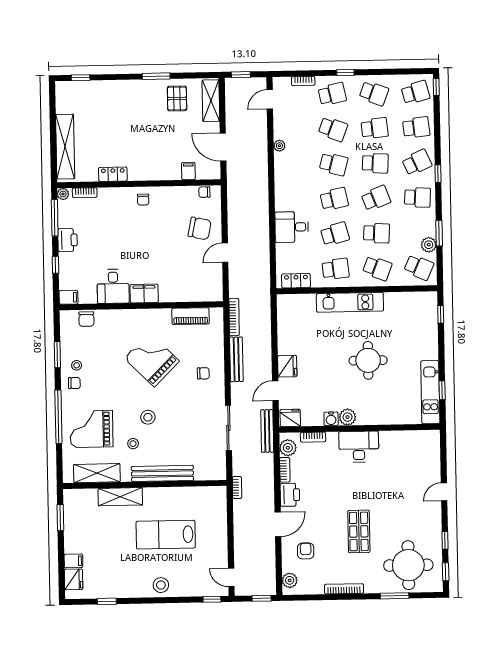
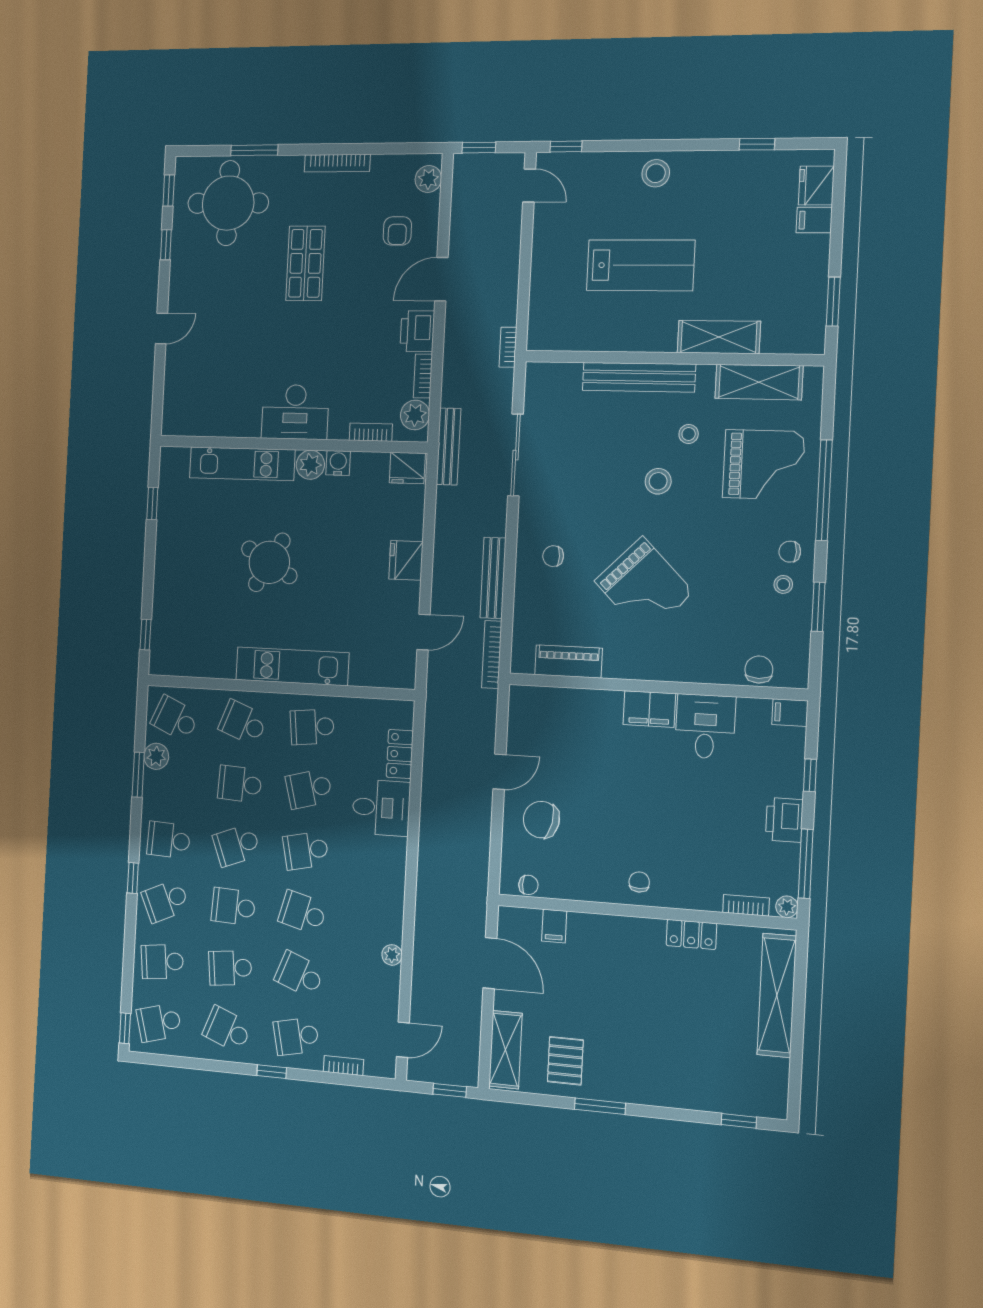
locker: (296, 281) -> (400, 754), moved, turned 90
round table: (368, 360) -> (269, 562), turned 30
door: (275, 391) -> (424, 632), moved
kitchen unit: (430, 392) -> (242, 464), moved, turned 90

